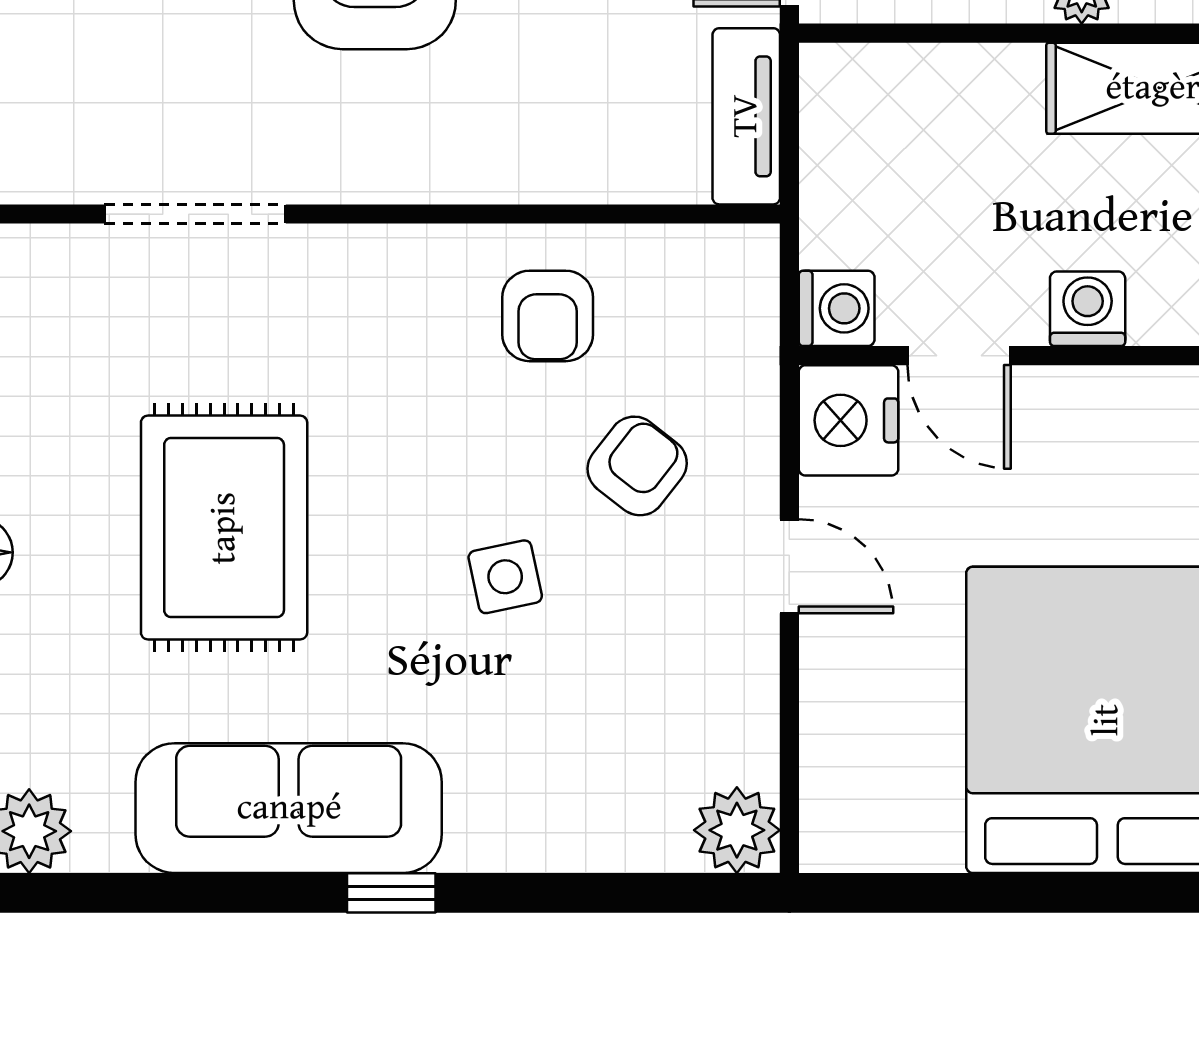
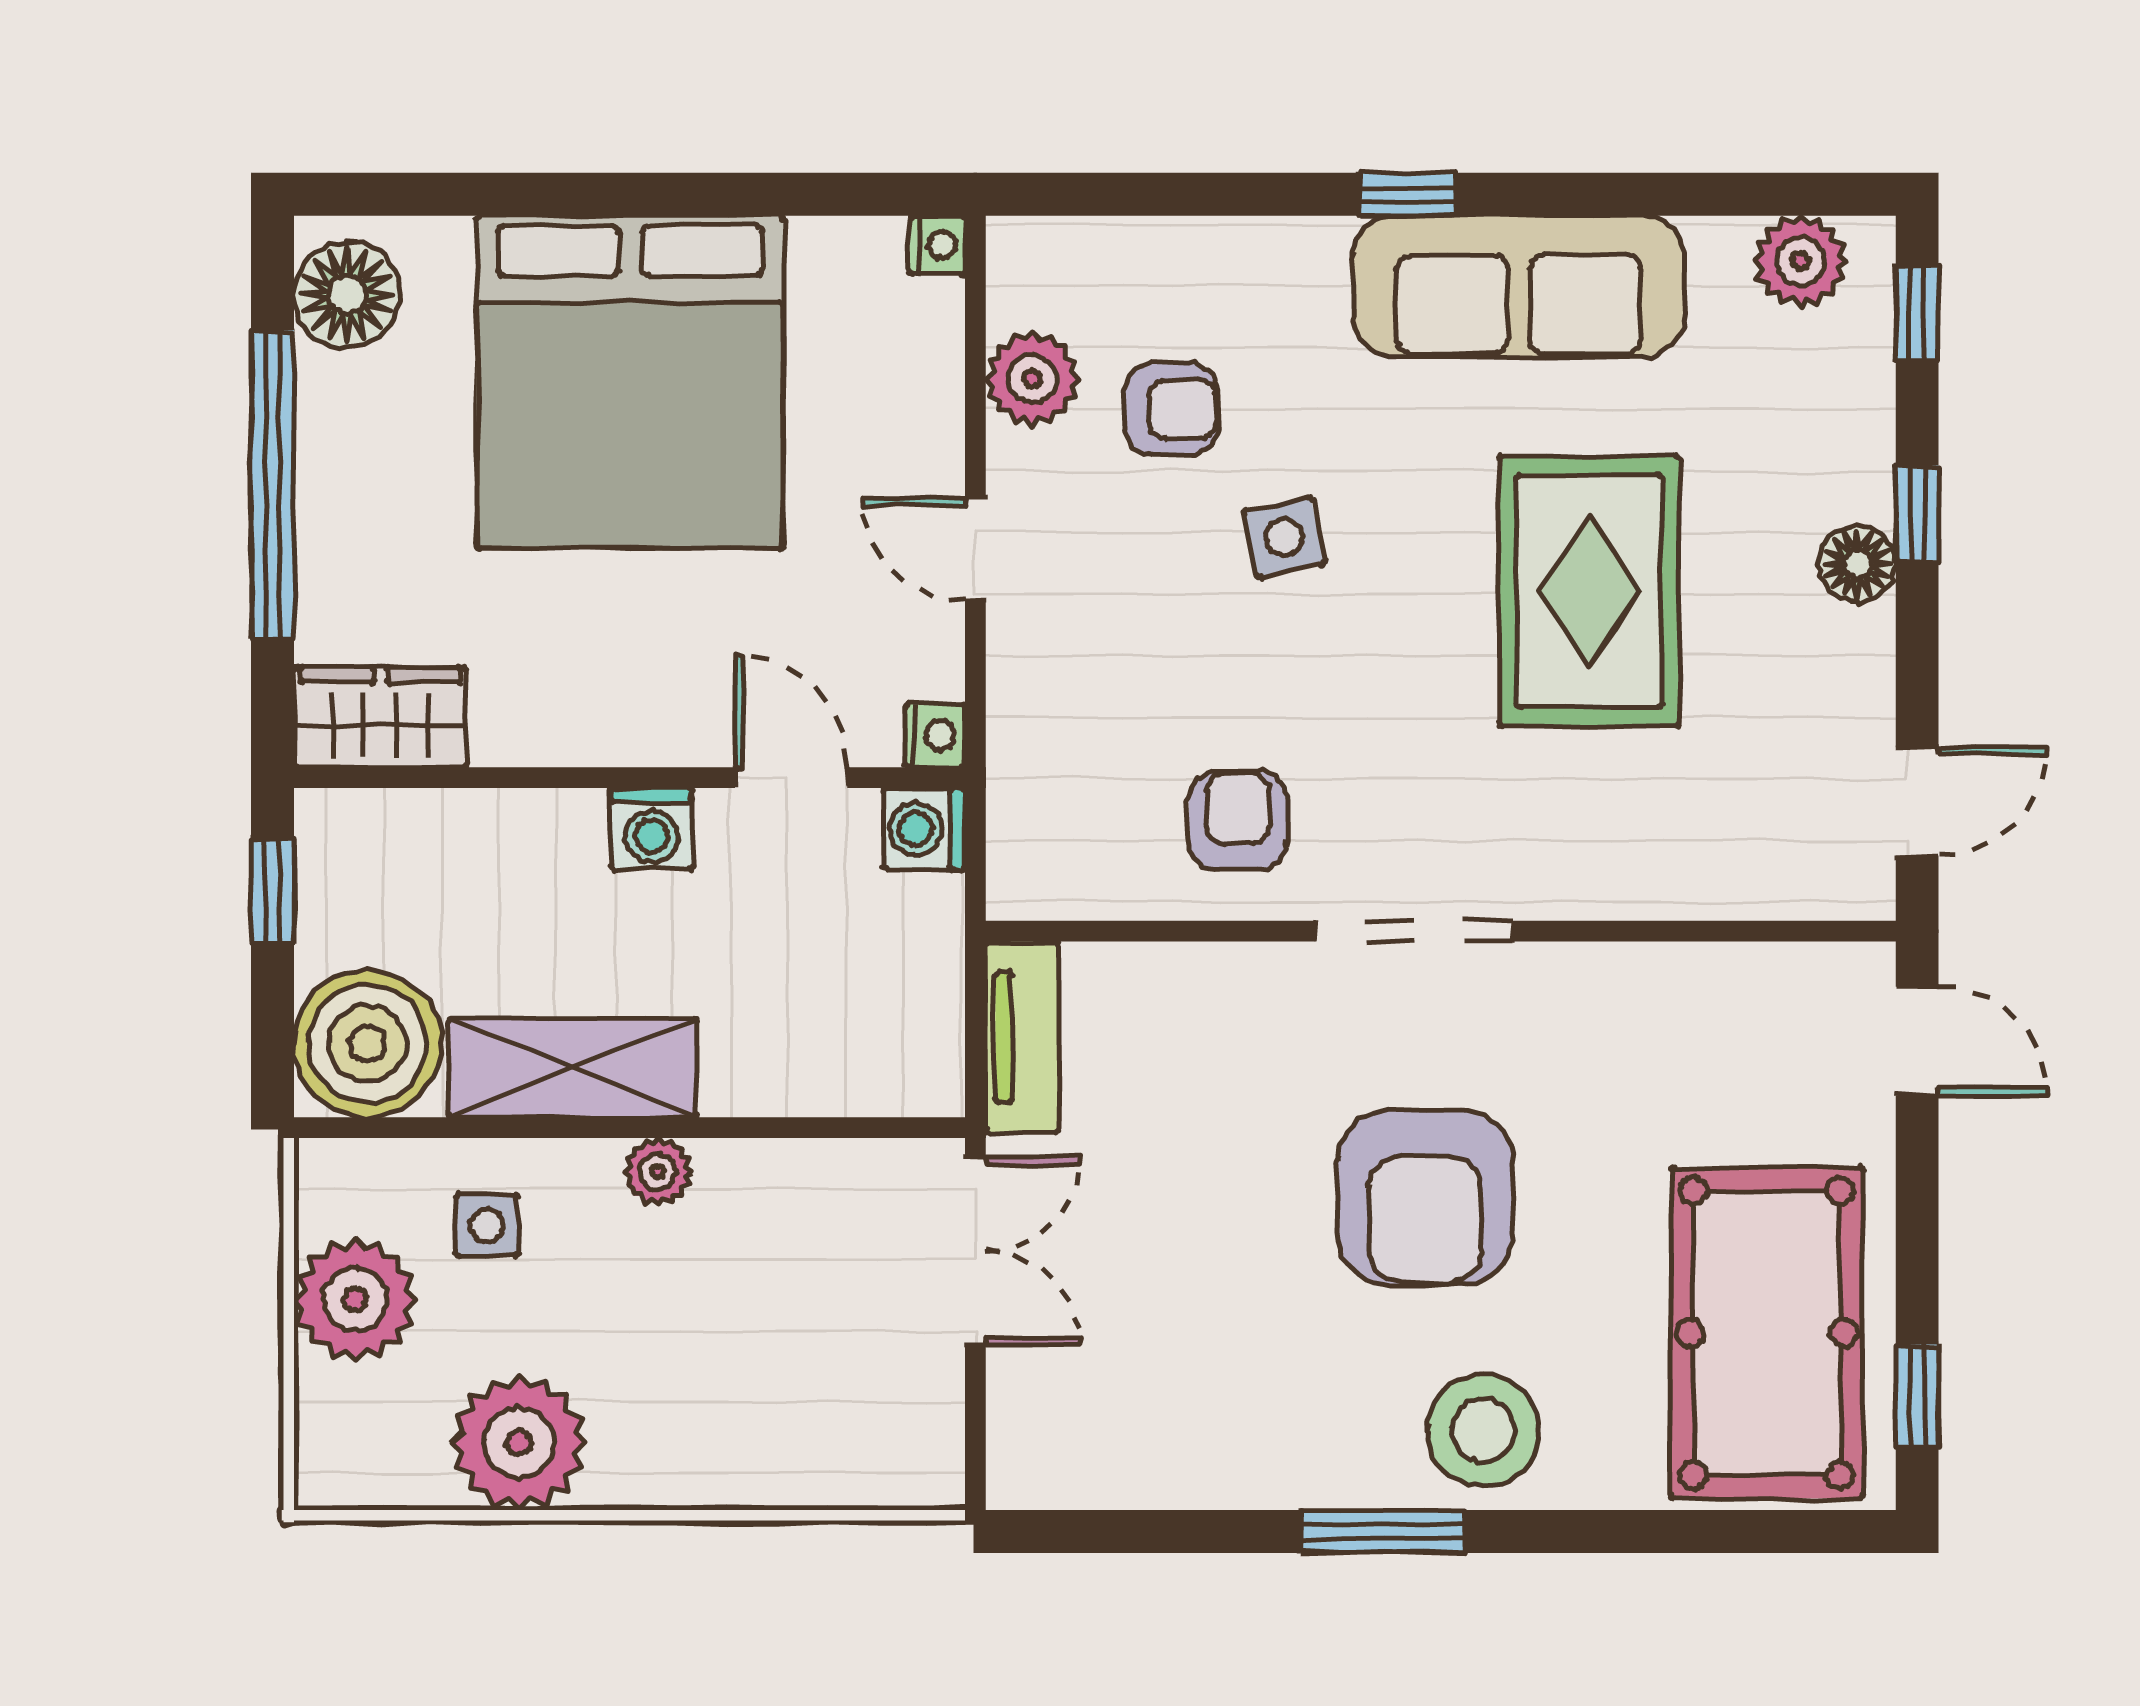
doorway: (195, 214) -> (1414, 931), moved
nightstand: (848, 420) -> (935, 735), width x0.53, depth x0.56
armchair: (637, 466) -> (1171, 409), moved, turned -128
plant: (737, 830) -> (1032, 379), moved
nightstand: (824, 846) -> (937, 245), added

